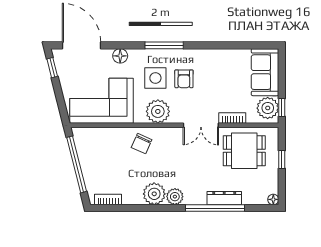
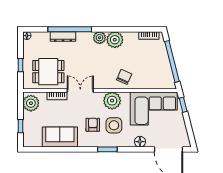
window: (164, 45) -> (107, 149), width x0.69
window: (52, 68) -> (183, 105), moved
sofa: (265, 72) -> (60, 137), moved, turned -90
window: (282, 108) -> (20, 126), moved

